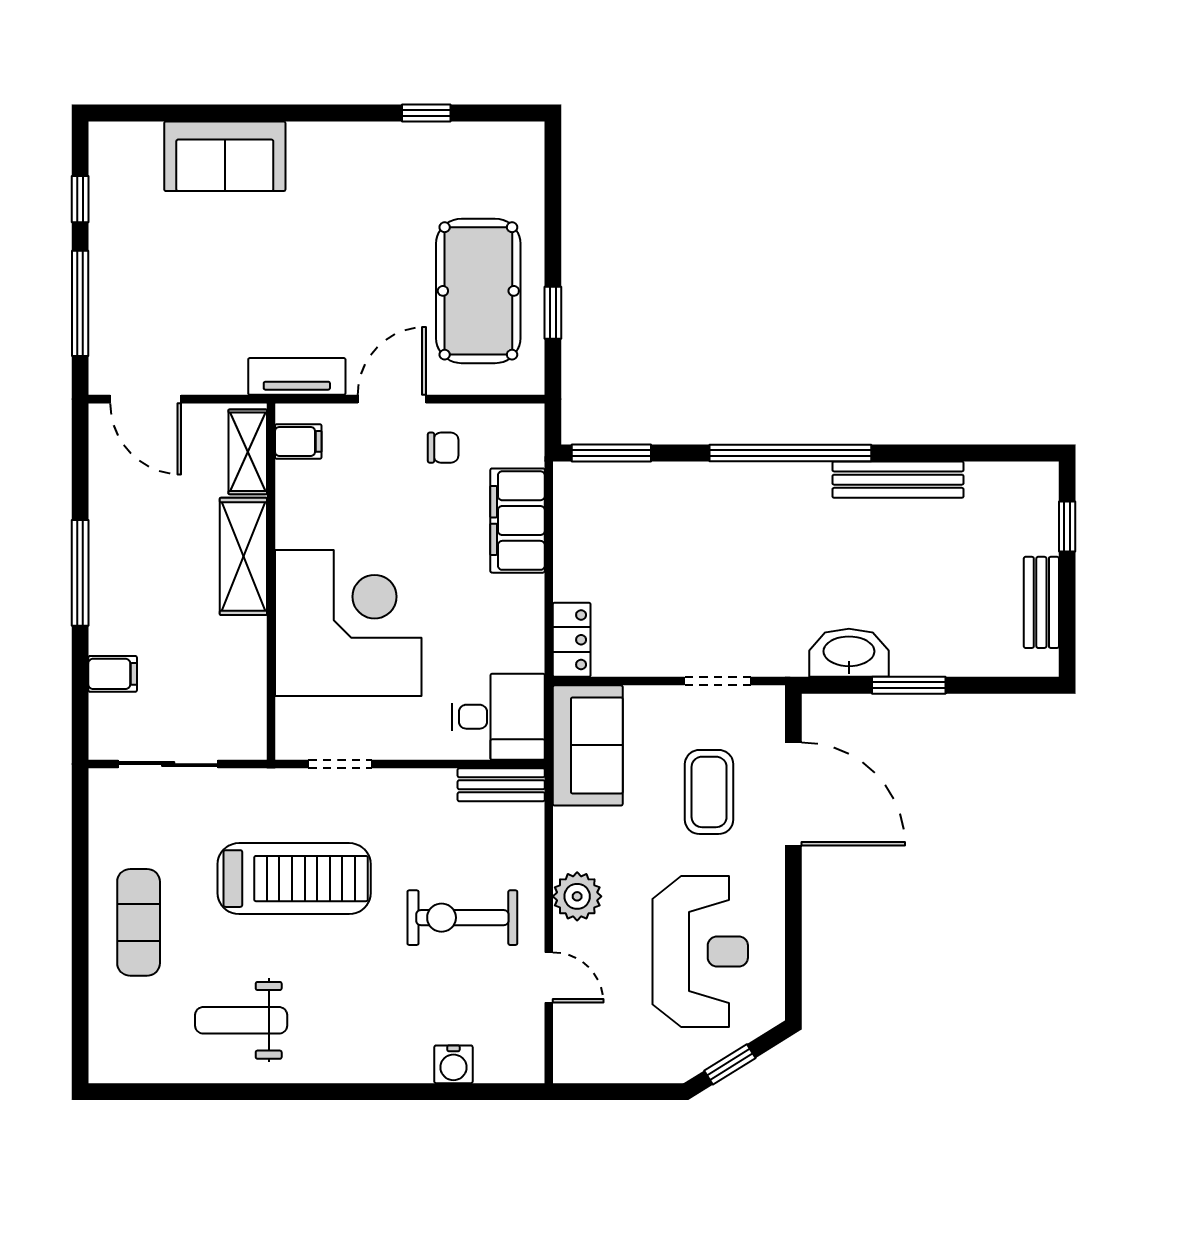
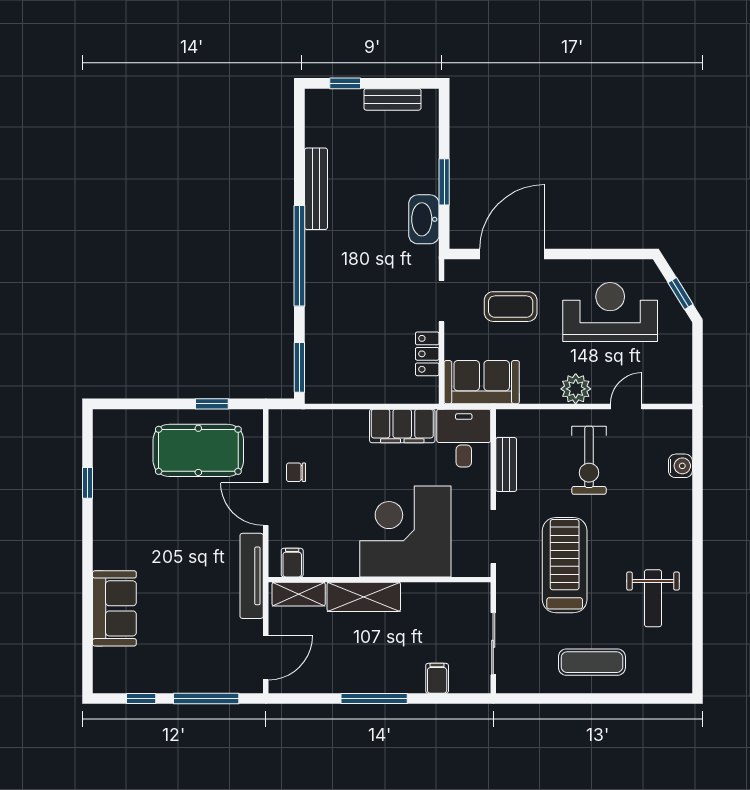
tv unit: (297, 376) -> (252, 576), width x1.41
chair: (443, 448) -> (296, 472), turned -90
filing cabinet: (518, 521) -> (402, 426), moved
locker: (572, 640) -> (427, 354), moved, turned -90
doorway: (340, 764) -> (493, 537), width x1.38
bench: (501, 785) -> (506, 464), moved

